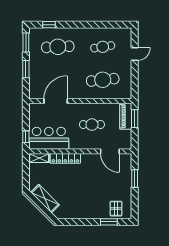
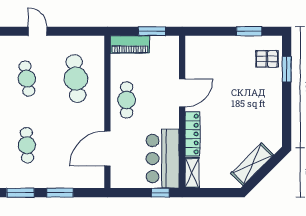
cafe table: (58, 47) -> (27, 145), width x0.73, depth x0.74
door: (56, 101) -> (107, 149), hinge flipped
window: (135, 119) -> (152, 31), moved
cafe table: (92, 125) -> (127, 100), moved
door: (110, 151) -> (182, 93), moved
window: (135, 178) -> (249, 31), moved

